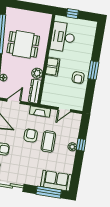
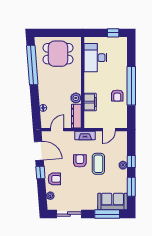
window: (72, 14) -> (113, 33), moved
dining table: (23, 44) -> (58, 54), moved
filing cabinet: (53, 67) -> (90, 102), moved
window: (93, 70) -> (131, 86), width x2.11
window: (77, 169) -> (131, 187), added

